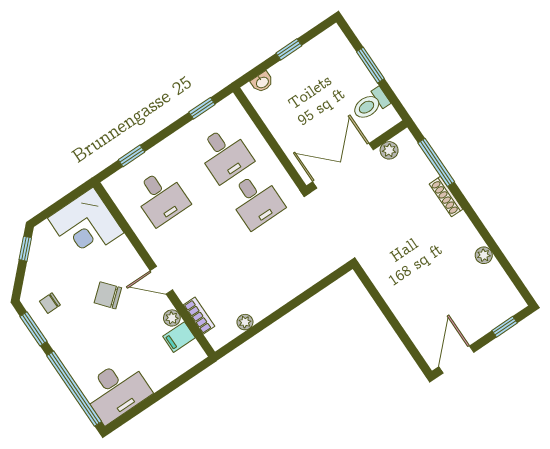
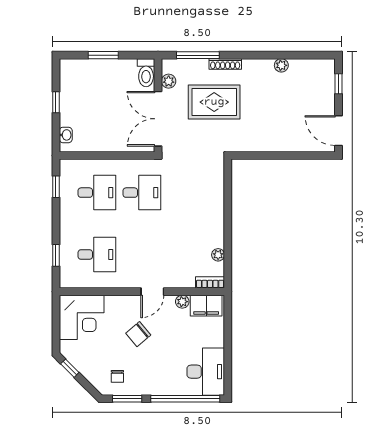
toilet: (371, 104) -> (146, 73), moved
rug: (399, 212) -> (214, 102), added
bookcase: (199, 316) -> (210, 282), moved
filing cabinet: (179, 337) -> (206, 306), width x2.00

